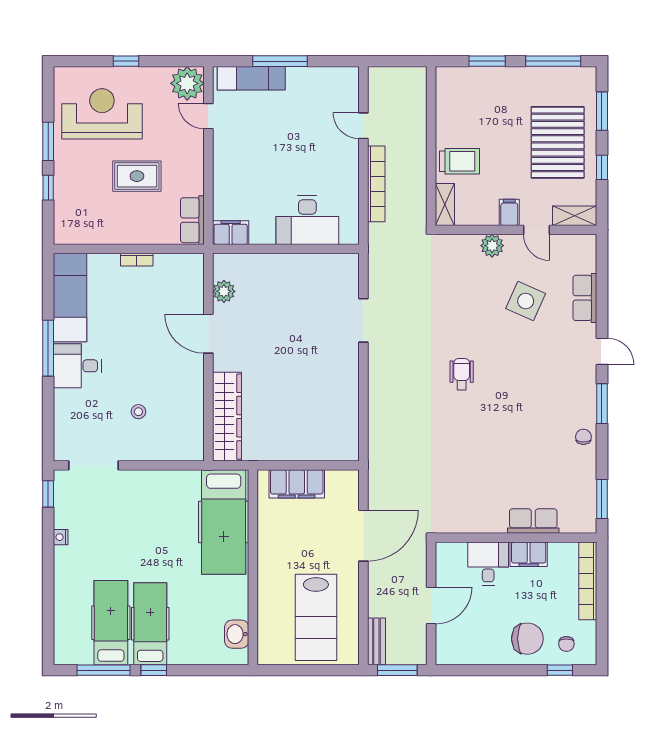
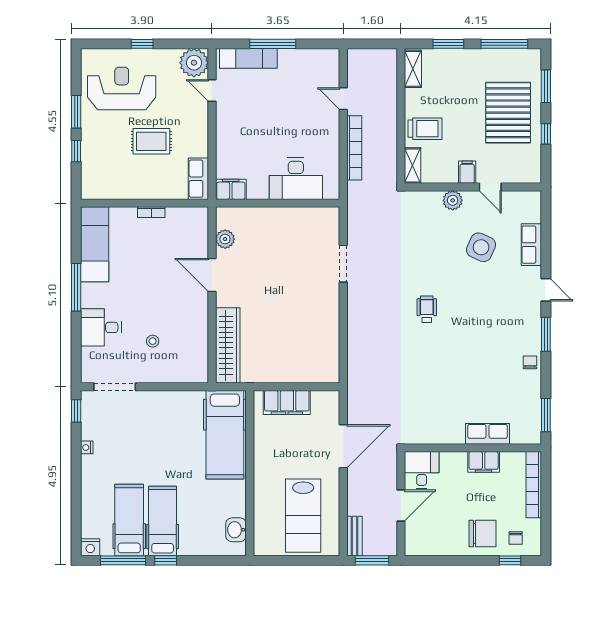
shelving: (575, 216) -> (413, 69), moved, turned 90
desk: (77, 366) -> (101, 327), moved
desk: (488, 564) -> (422, 470), moved
nightstand: (65, 655) -> (90, 547), added

